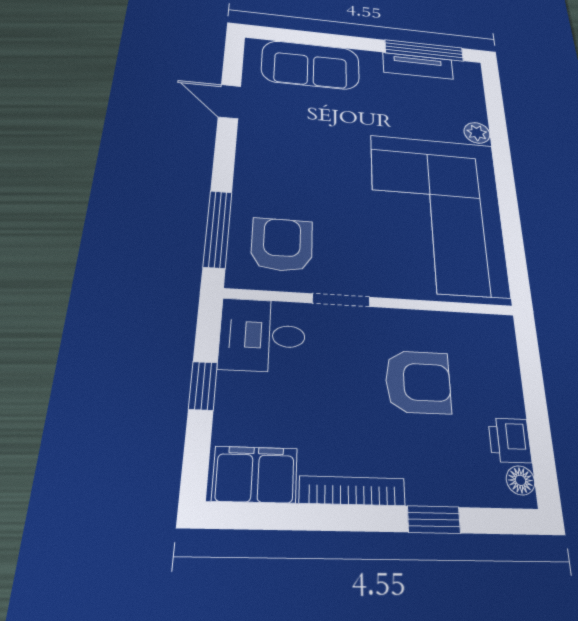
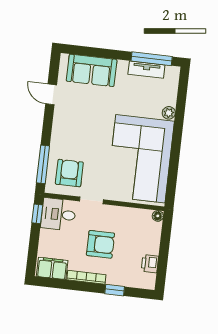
armchair: (418, 382) -> (100, 244), moved
window: (203, 386) -> (37, 214), moved
floor lamp: (520, 480) -> (158, 216), moved

